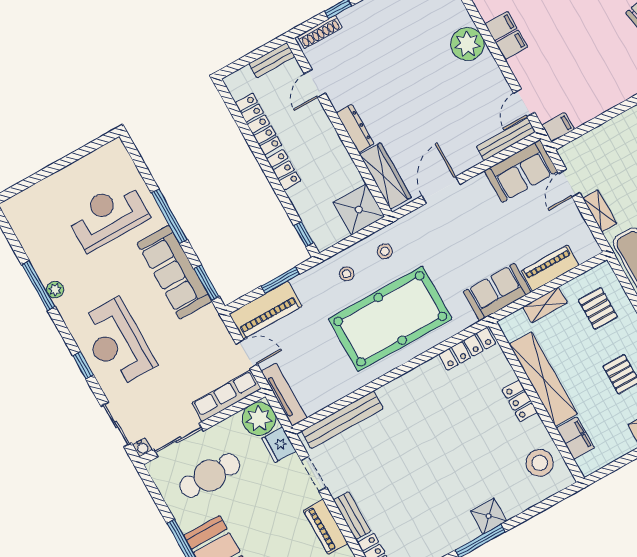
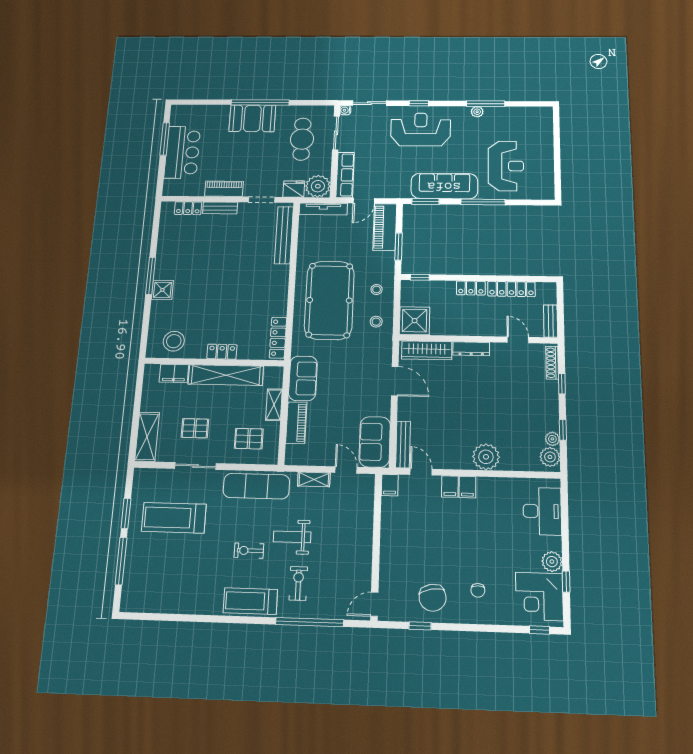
filing cabinet: (501, 26) -> (450, 487), moved

